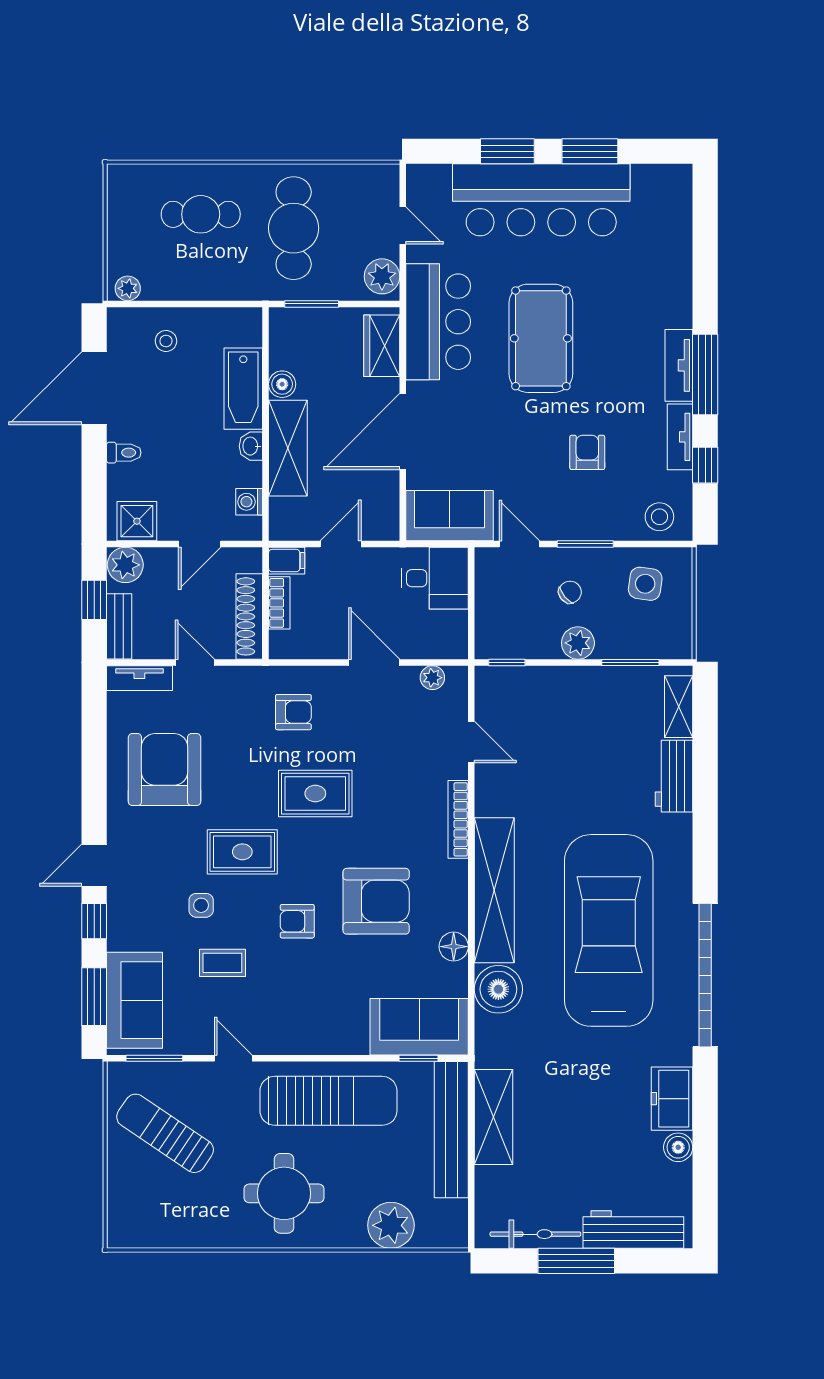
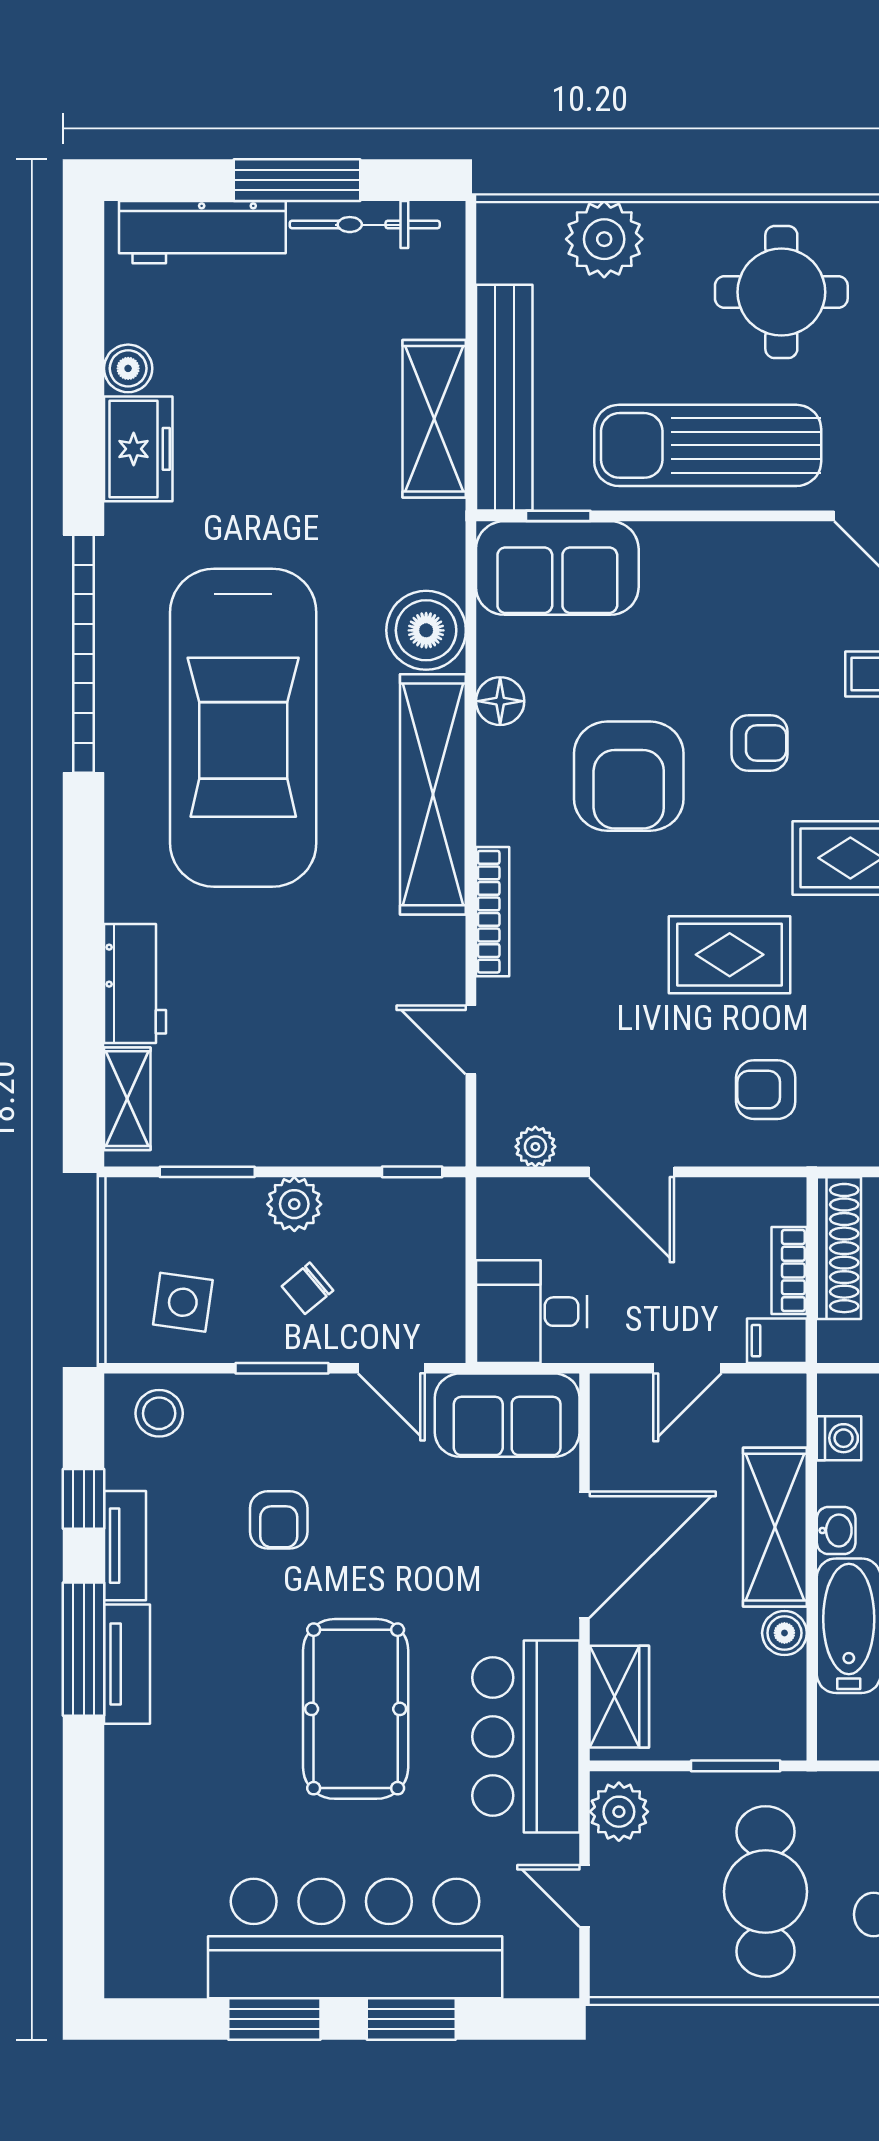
armchair: (376, 901) -> (629, 776), turned -90

